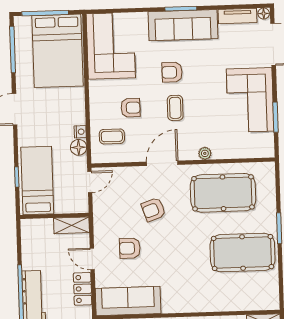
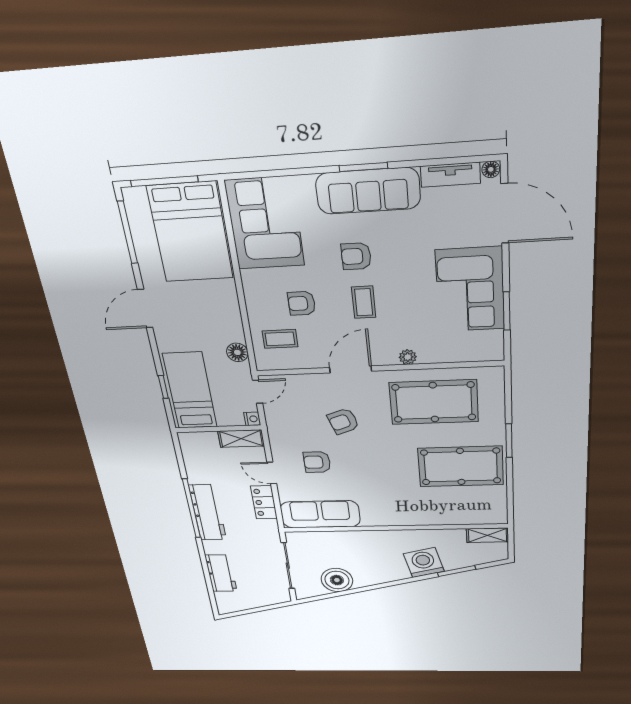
armchair: (131, 108) -> (302, 303), turned 180
nightstand: (80, 132) -> (252, 419), moved

